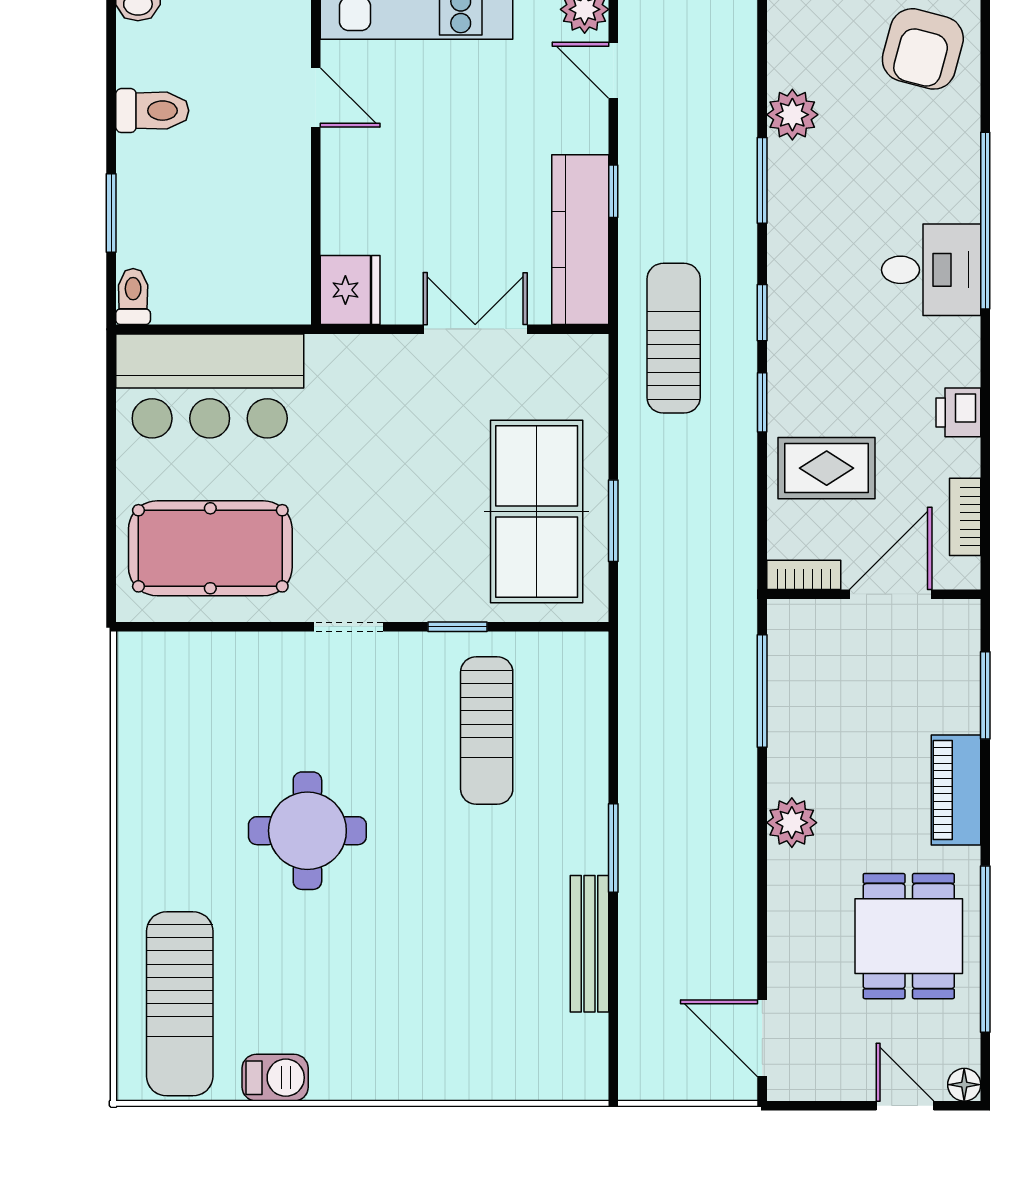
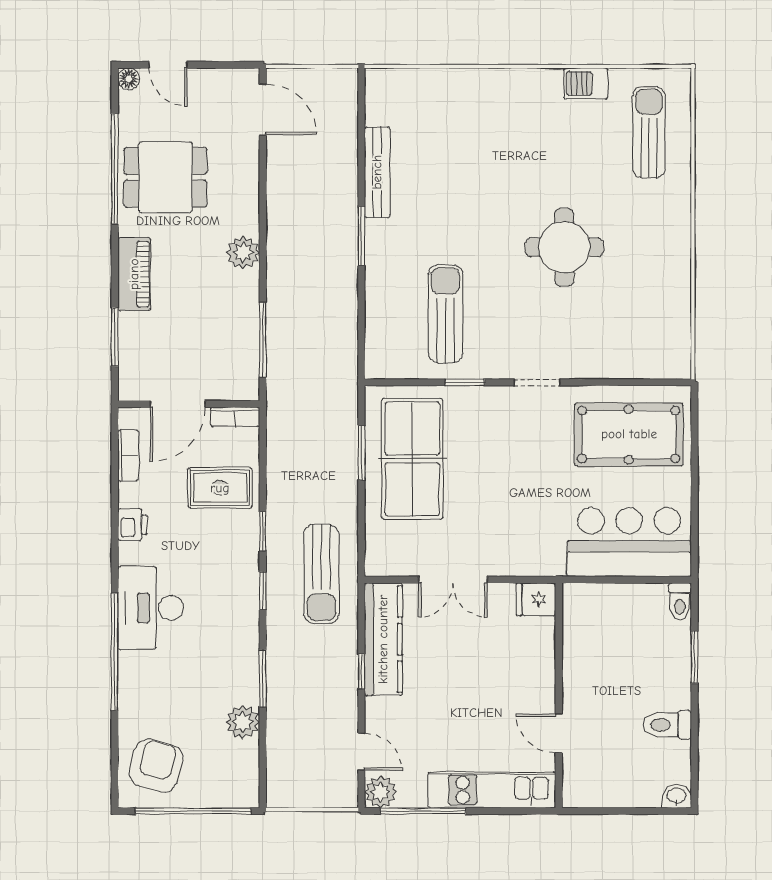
desk: (931, 270) -> (151, 608), width x1.37
fridge: (350, 290) -> (536, 599), width x0.72
dining table: (909, 936) -> (165, 177), turned 90
sun lounger: (180, 1004) -> (649, 132), width x0.73, depth x0.75

